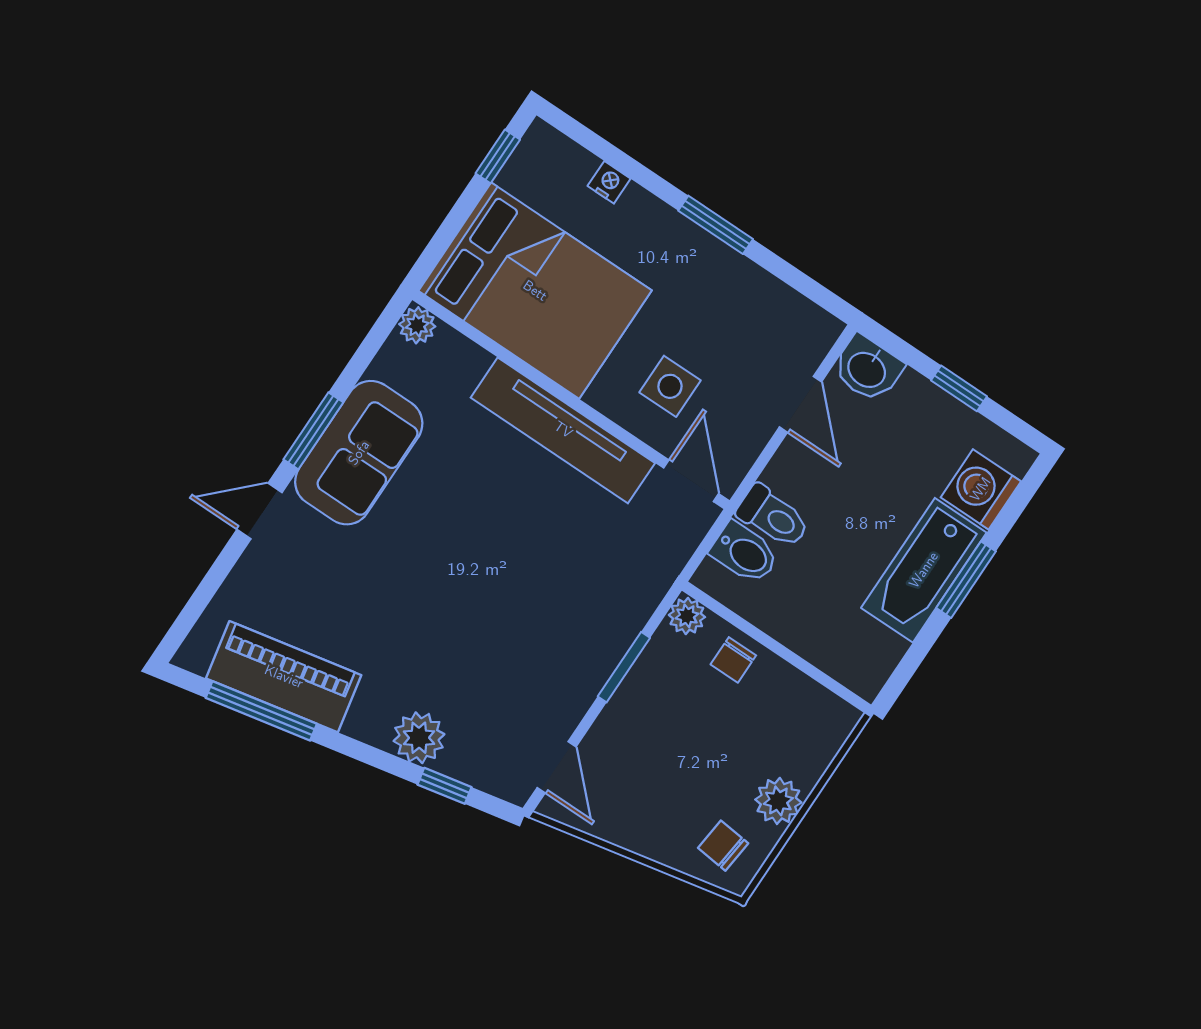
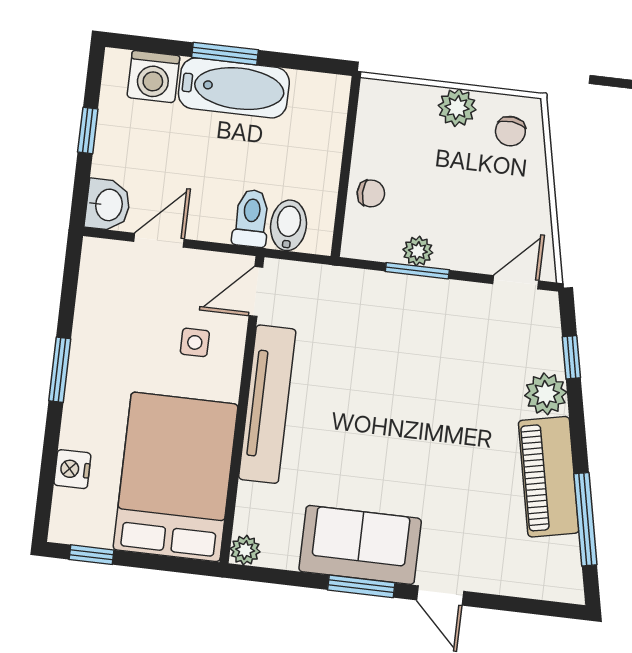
nightstand: (609, 182) -> (72, 469), width x1.39, depth x1.35
side table: (670, 386) -> (195, 342), width x0.73, depth x0.73
plant: (687, 616) -> (418, 251), moved
piano: (284, 677) -> (549, 477), moved

